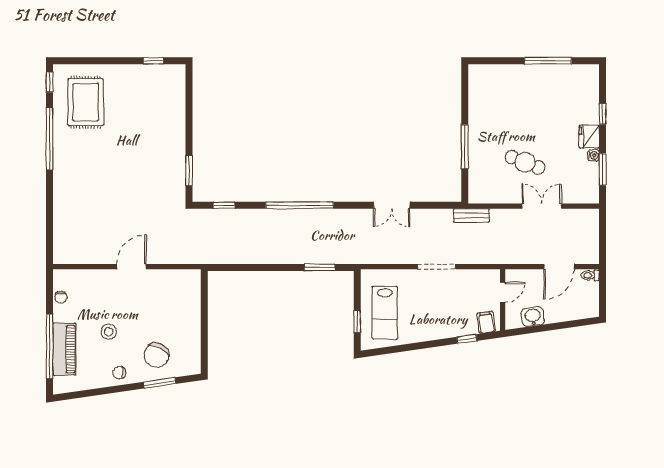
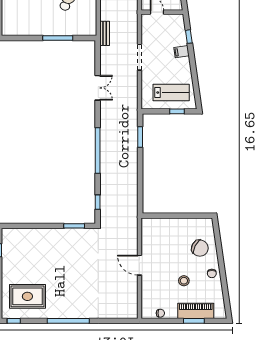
window: (50, 139) -> (68, 321), moved
filing cabinet: (486, 322) -> (182, 52), moved
window: (50, 346) -> (194, 321), width x0.47
window: (160, 383) -> (219, 246), removed

